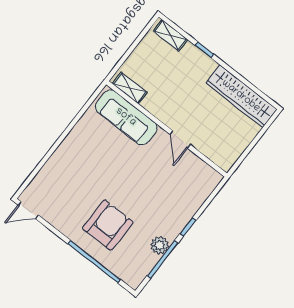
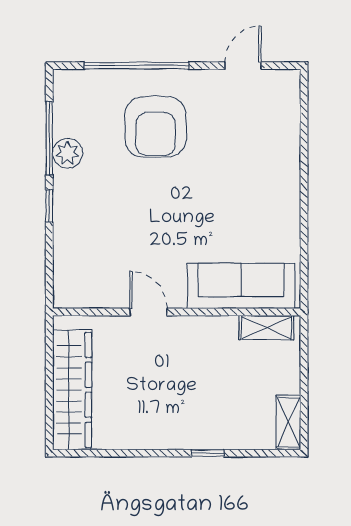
shelving: (171, 35) -> (289, 422), moved, turned 90
wardrobe: (241, 96) -> (72, 390), moved, turned 90
door: (28, 210) -> (243, 66), moved

